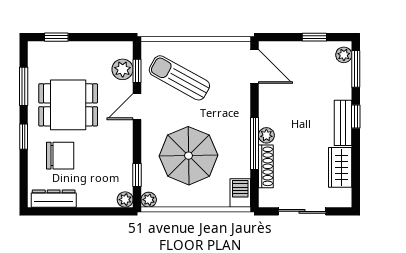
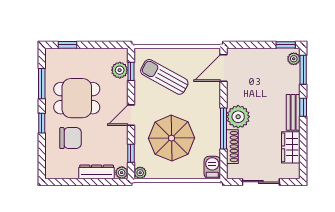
window: (314, 37) -> (286, 45), moved
door: (254, 67) -> (223, 68), swing flipped
door: (137, 107) -> (131, 115), moved
plant: (266, 135) -> (238, 117), width x1.88, depth x1.88
dresser: (54, 199) -> (97, 172), moved

